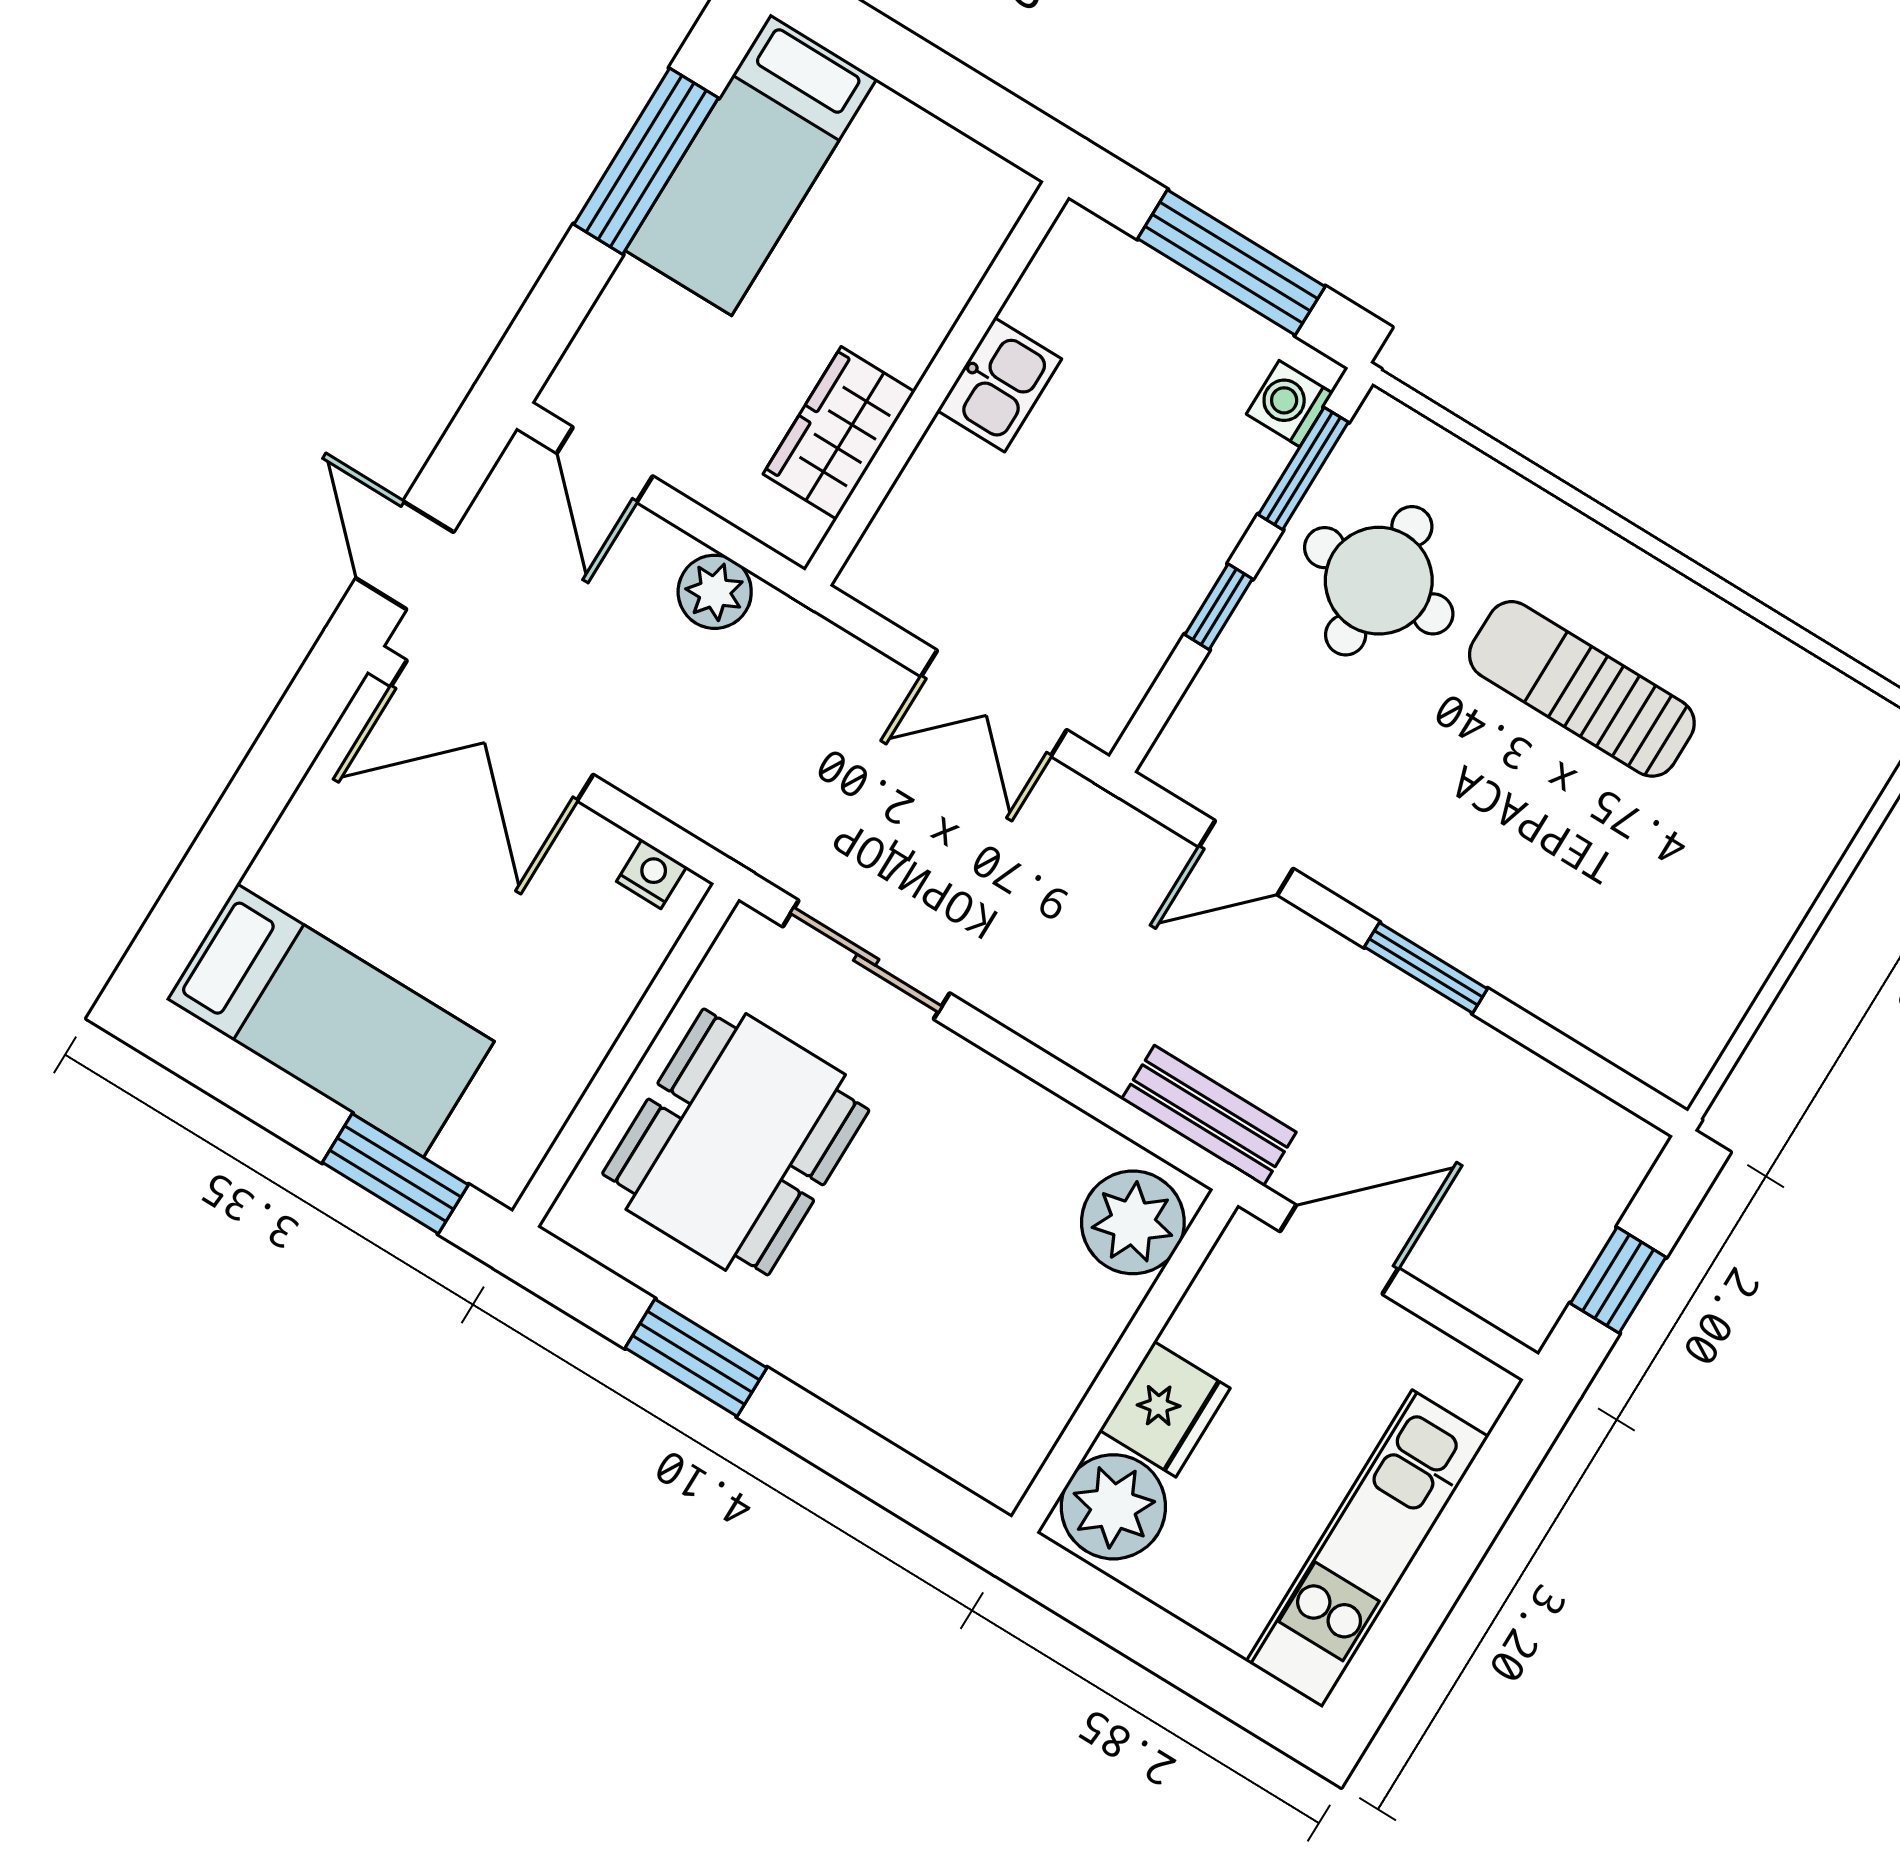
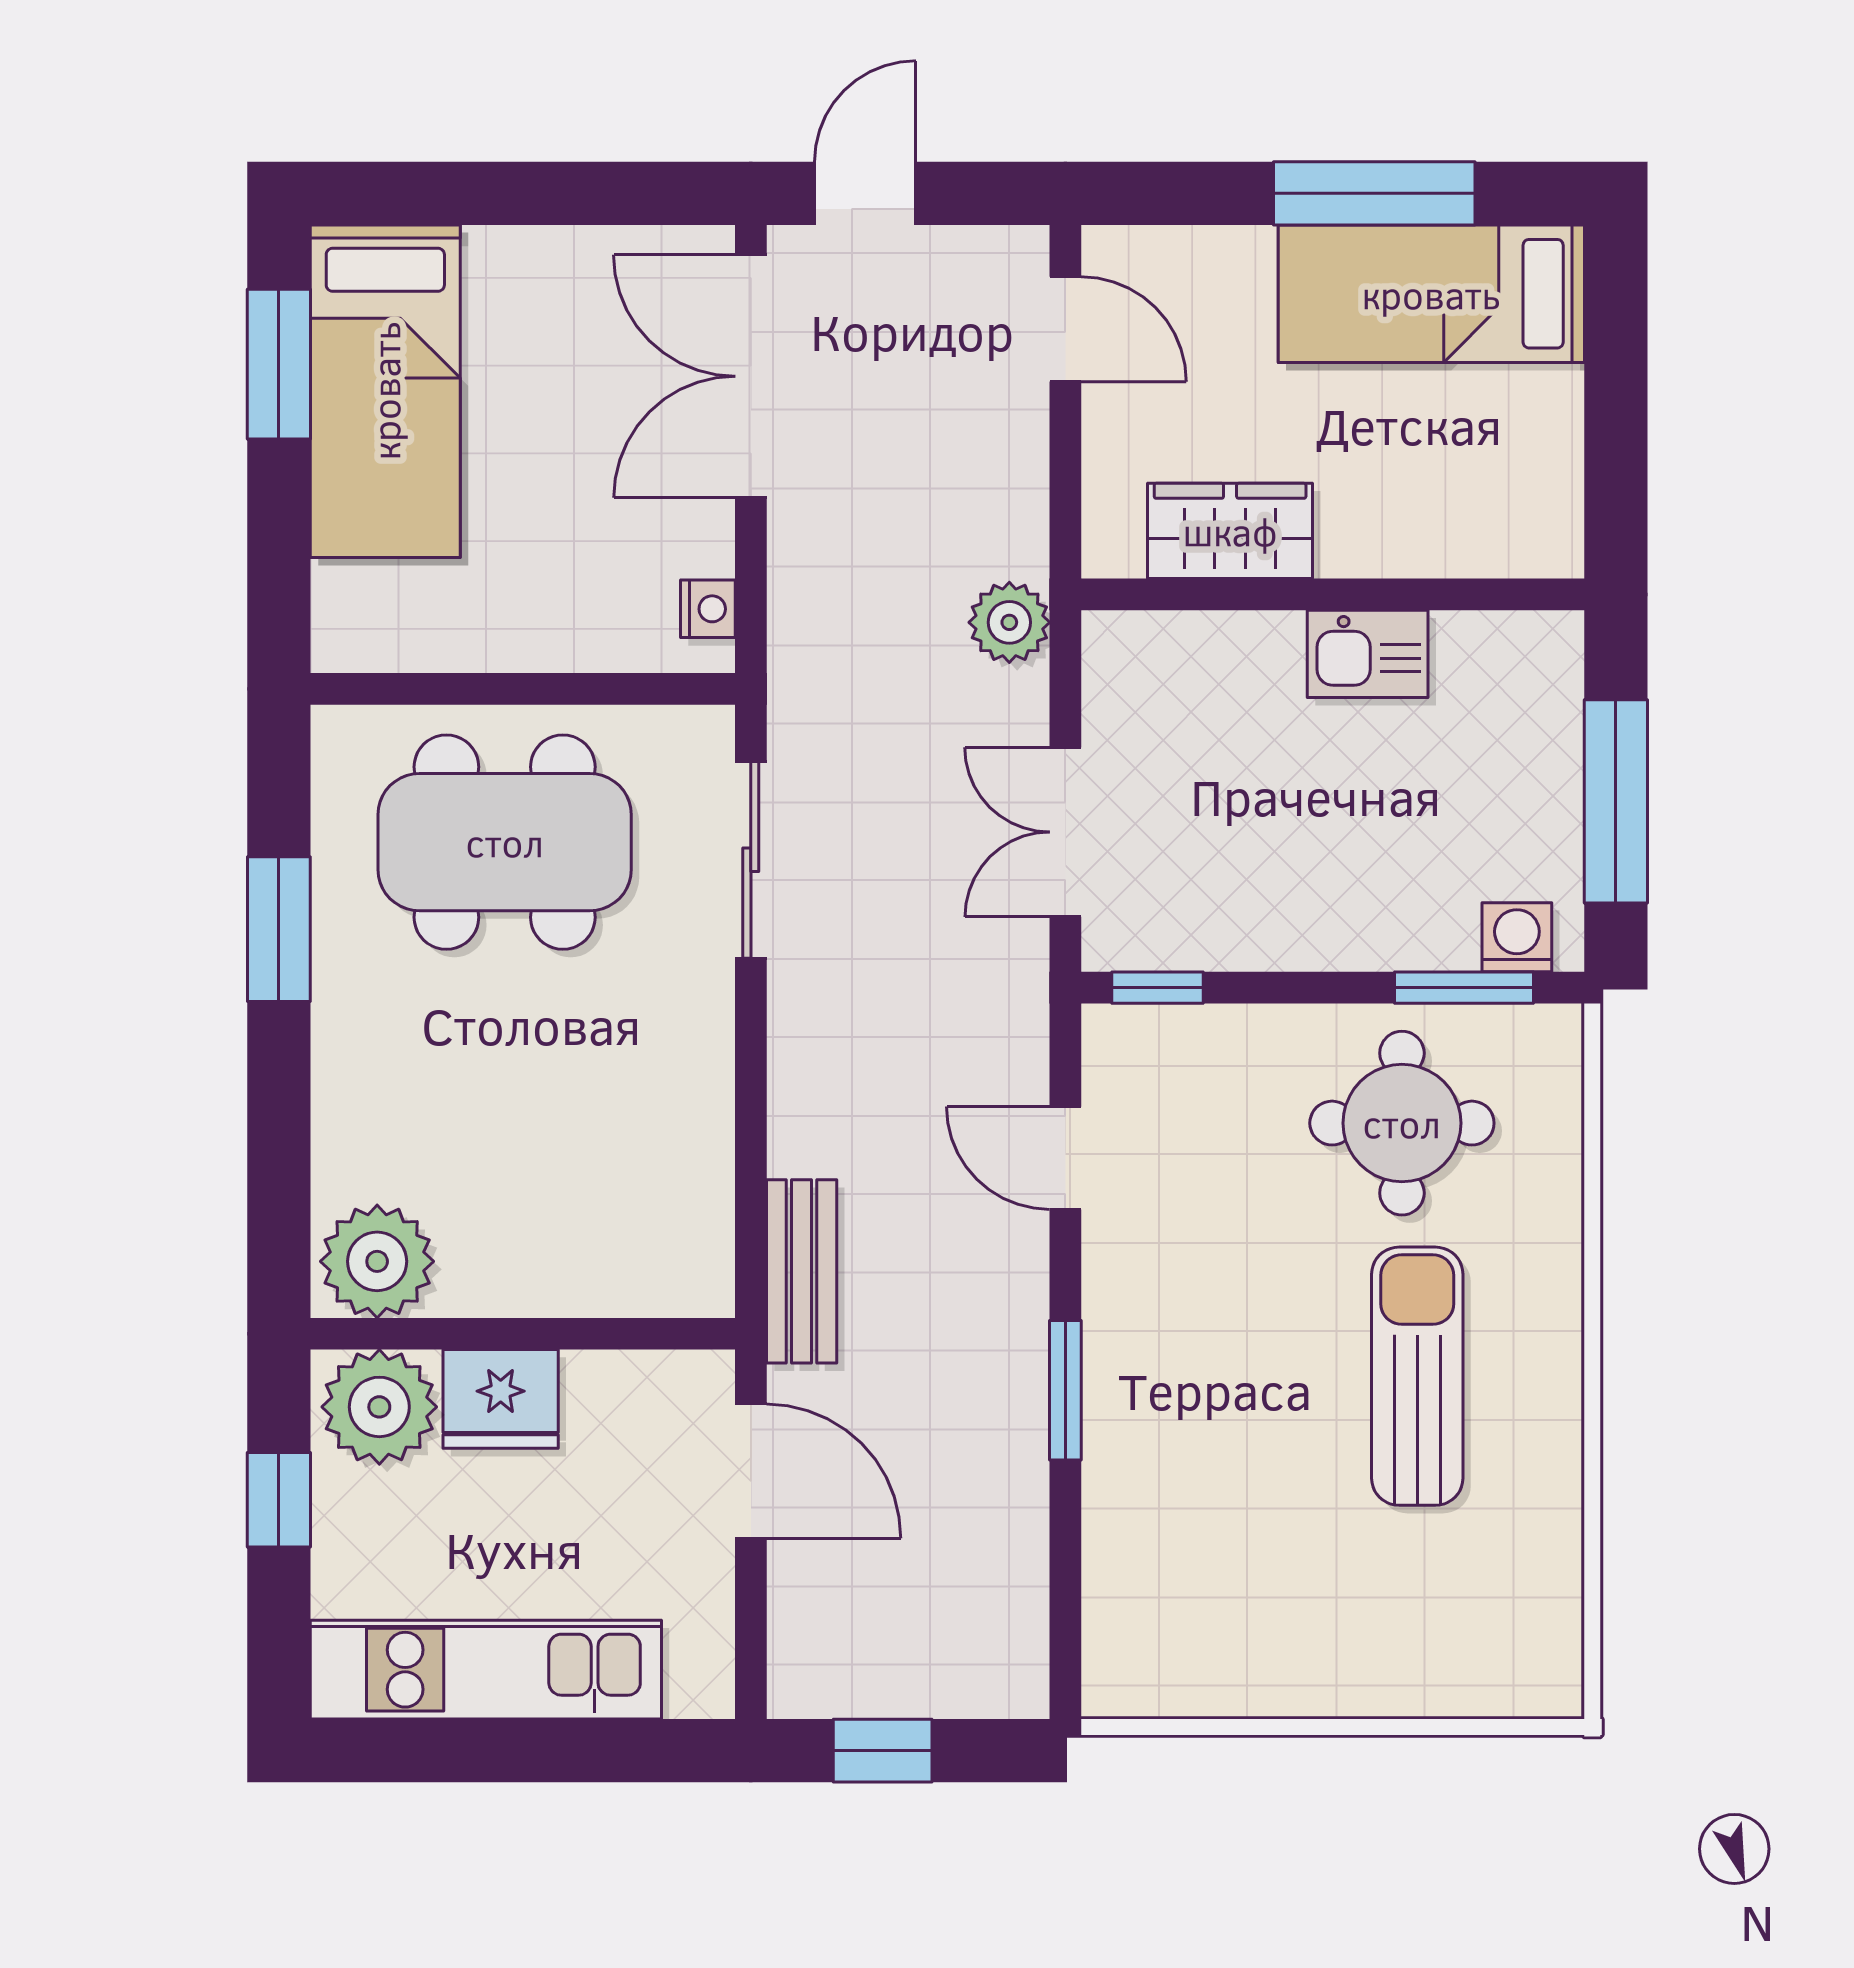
door: (605, 465) -> (1065, 329), swing flipped
plant: (715, 592) -> (1009, 622), moved
window: (1219, 607) -> (1157, 988), moved
window: (395, 1174) -> (279, 364), moved
plant: (1133, 1222) -> (377, 1261), moved
window: (1138, 1628) -> (279, 1500), added

